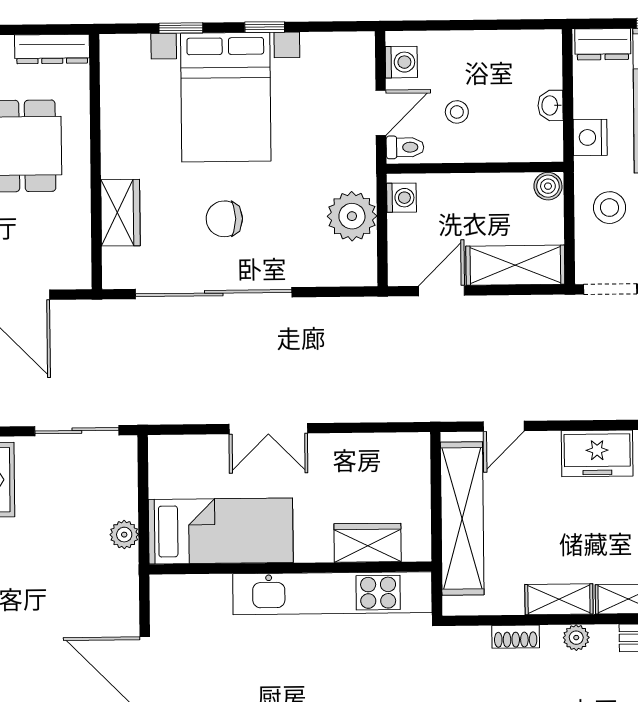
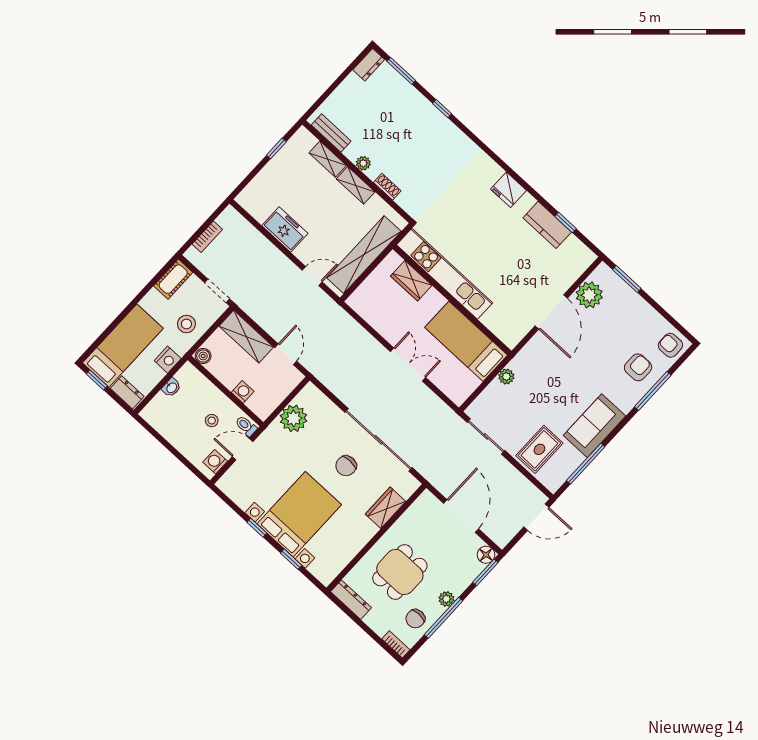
washing machine: (401, 198) -> (243, 392), moved, turned 90
chair: (224, 219) -> (346, 466), turned 90
door: (442, 291) -> (286, 354), swing flipped

